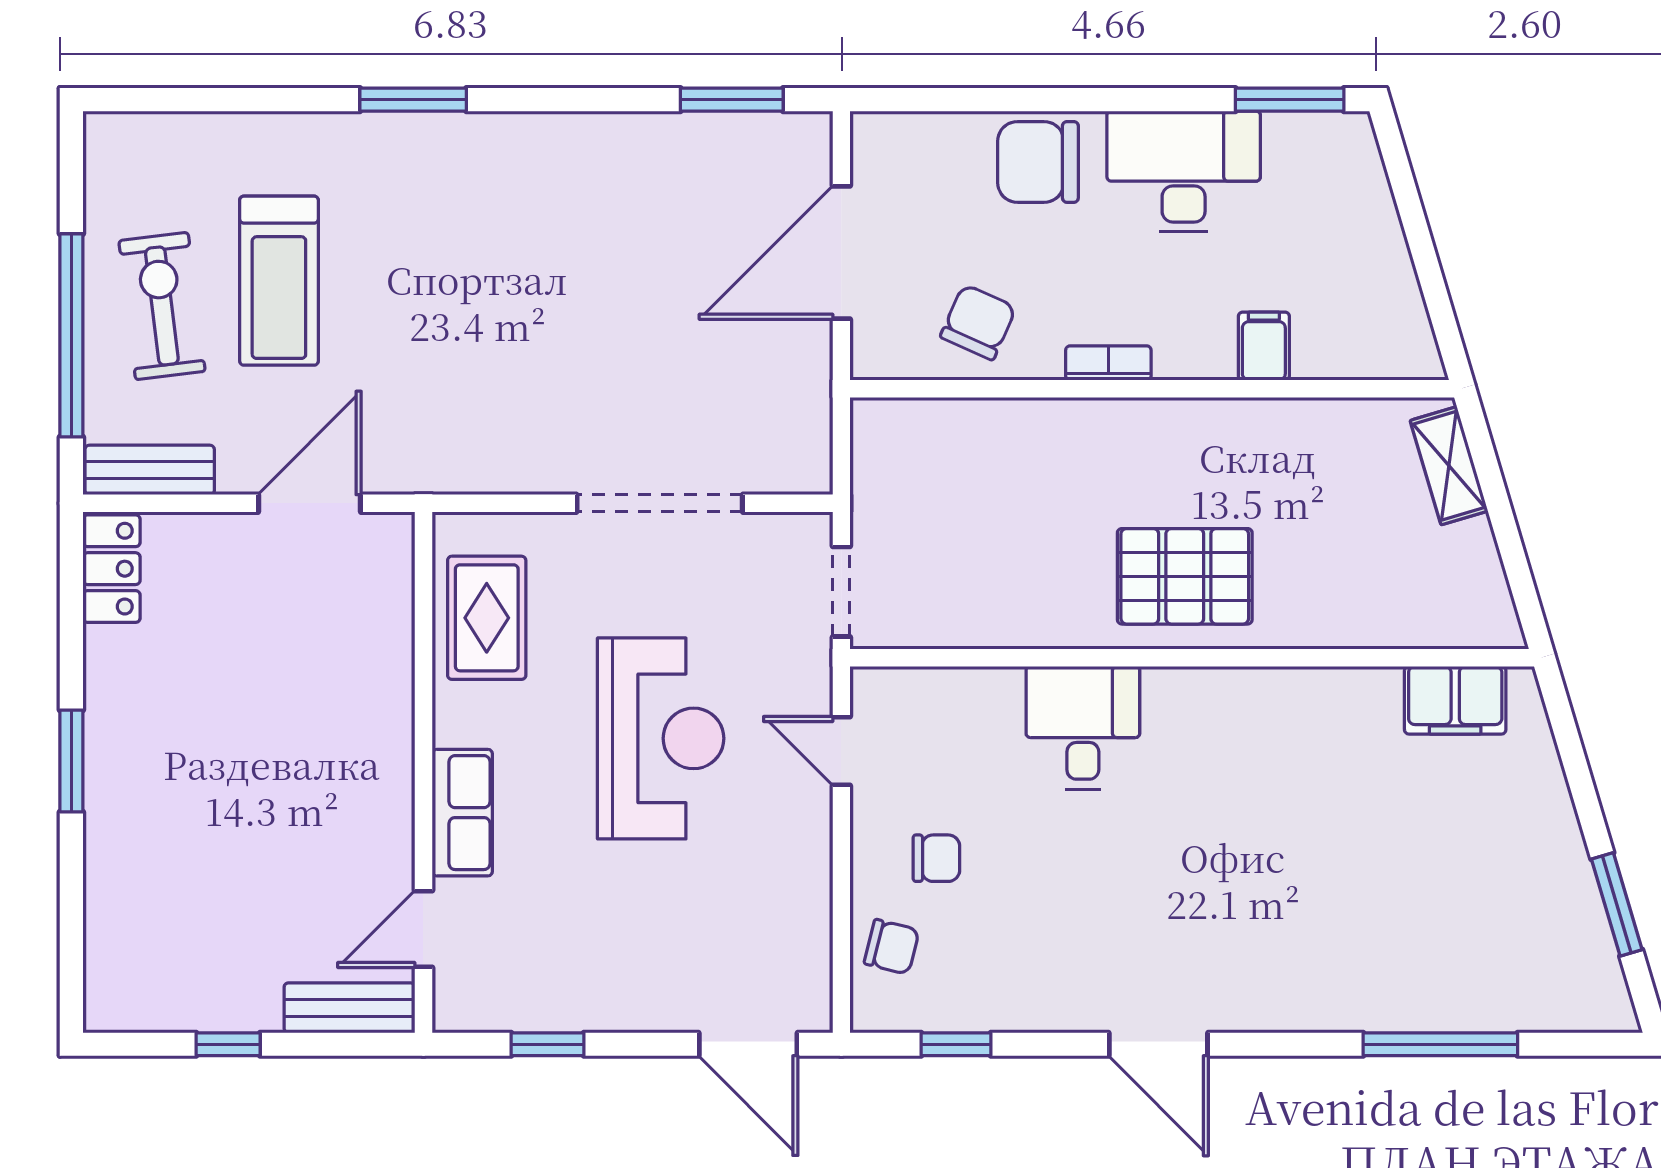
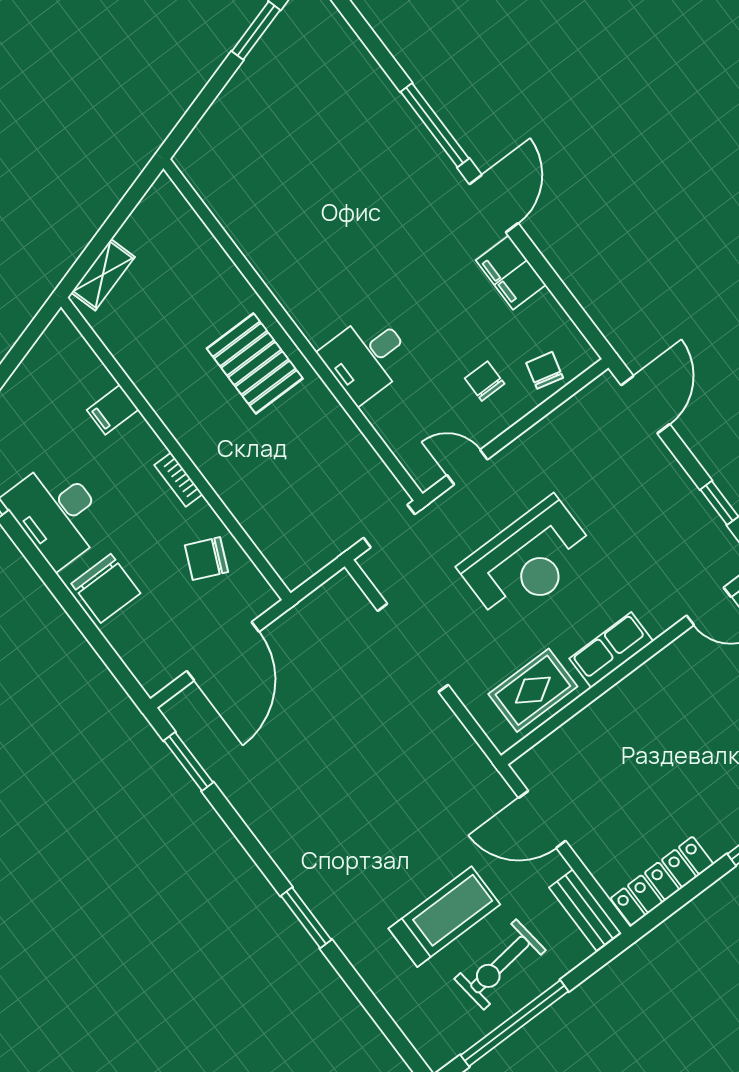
door: (841, 253) -> (223, 651), hinge flipped
window: (71, 335) -> (515, 1023), moved
locker: (112, 569) -> (662, 881), width x1.53
filing cabinet: (1455, 700) -> (511, 272), moved, turned 180
reception desk: (661, 738) -> (528, 560), turned 180
door: (841, 751) -> (467, 467), swing flipped
row of seats: (462, 813) -> (611, 650), moved
window: (956, 1044) -> (569, 303), removed
window: (1440, 1044) -> (435, 125), moved

